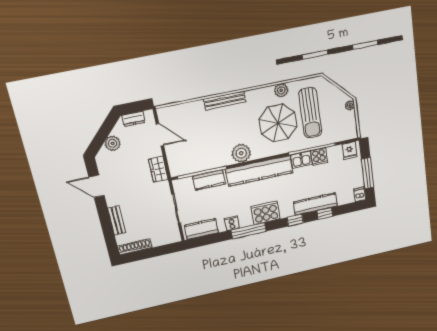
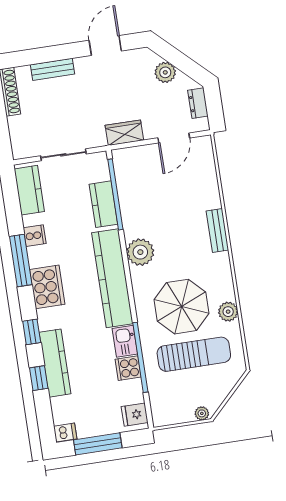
bench: (225, 101) -> (217, 230), width x0.73
sun lounger: (310, 113) -> (194, 354), turned 180

